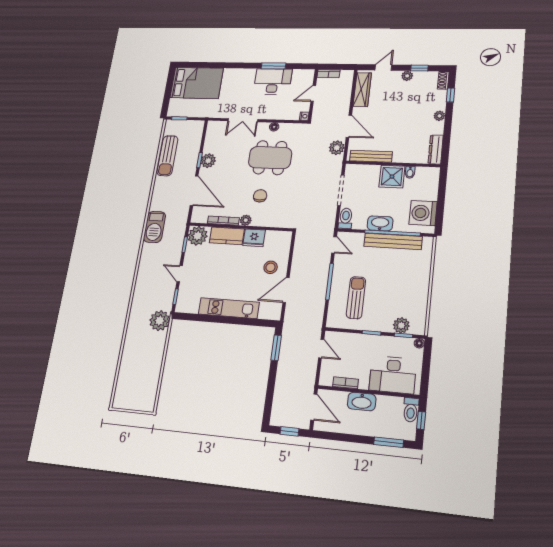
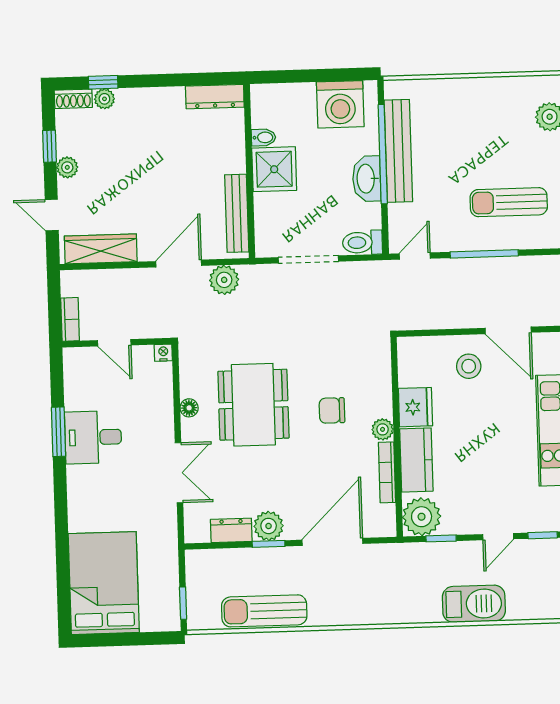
desk: (273, 82) -> (93, 437), width x0.73
plant: (439, 116) -> (104, 99), moved
dresser: (210, 143) -> (231, 530), added
sun lounger: (167, 156) -> (264, 611), turned 180
barbecue: (154, 227) -> (474, 604), moved

